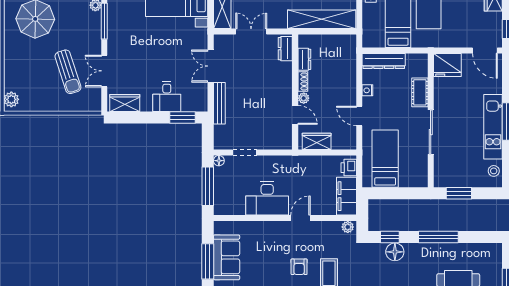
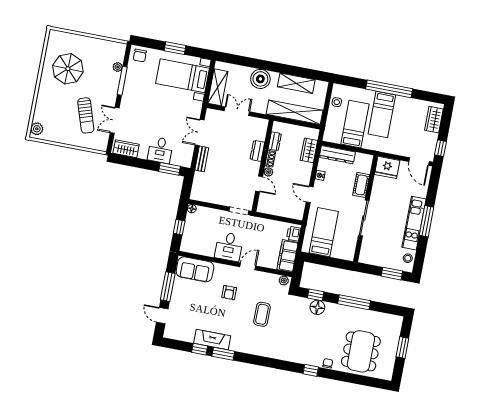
dresser: (285, 49) -> (257, 151), moved
bench: (219, 103) -> (202, 159), width x0.73
wardrobe: (317, 141) -> (309, 150), moved, turned -90
doorway: (245, 152) -> (239, 211), moved
window: (208, 186) -> (179, 227), width x0.46
window: (459, 193) -> (392, 274), moved
desk: (267, 198) -> (229, 247), width x0.73
sofa: (227, 257) -> (195, 269), moved, turned 90
armchair: (299, 267) -> (229, 293), moved

